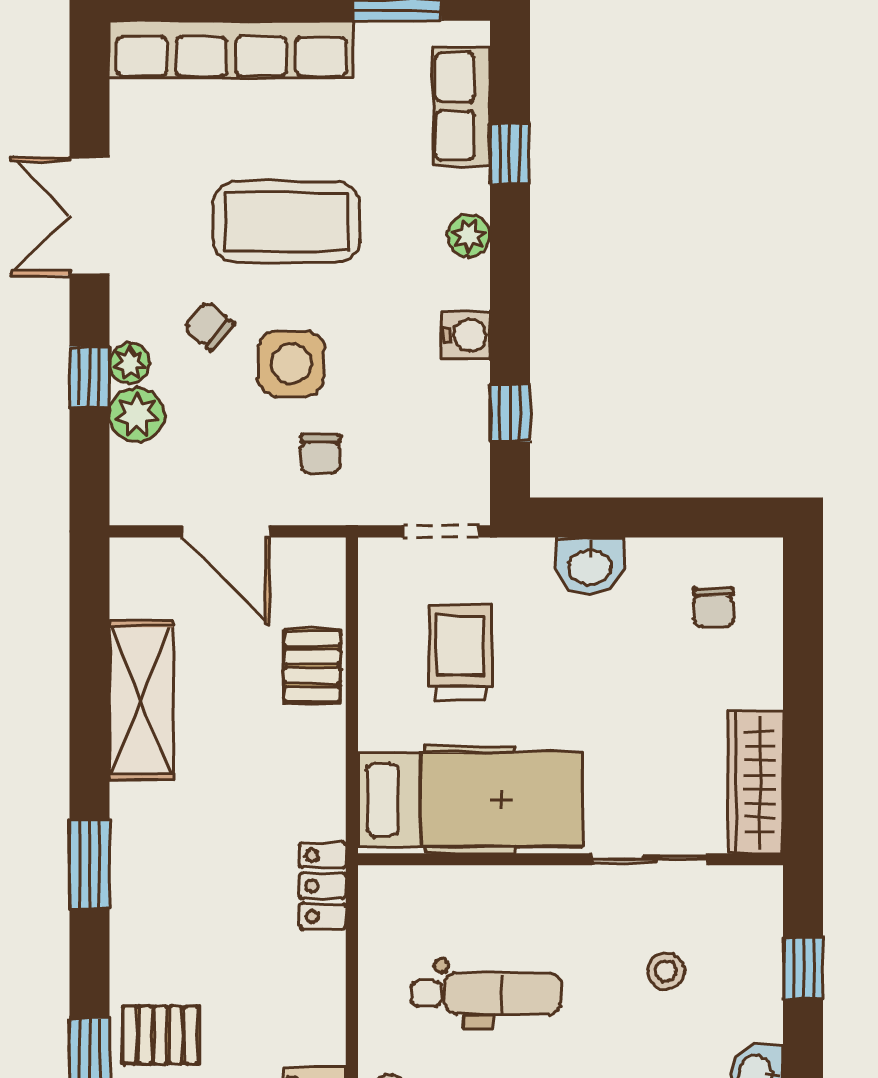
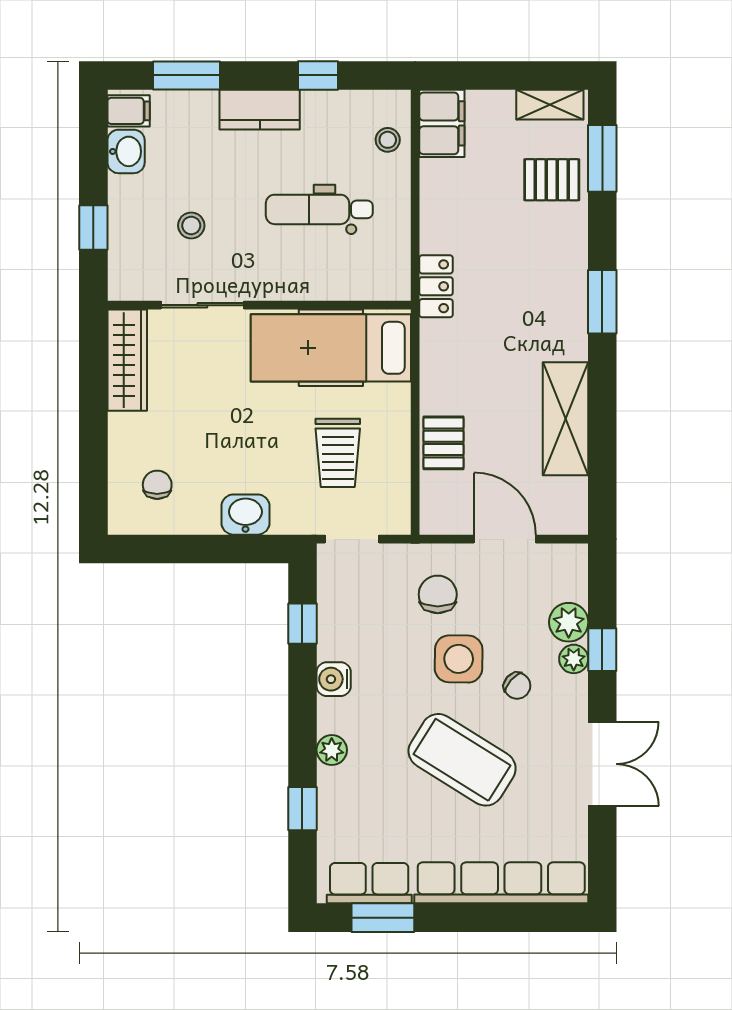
row of seats: (462, 106) -> (369, 883), moved, turned -90
coffee table: (286, 222) -> (462, 760), turned 32
chair: (320, 454) -> (438, 594), width x1.37, depth x1.37

